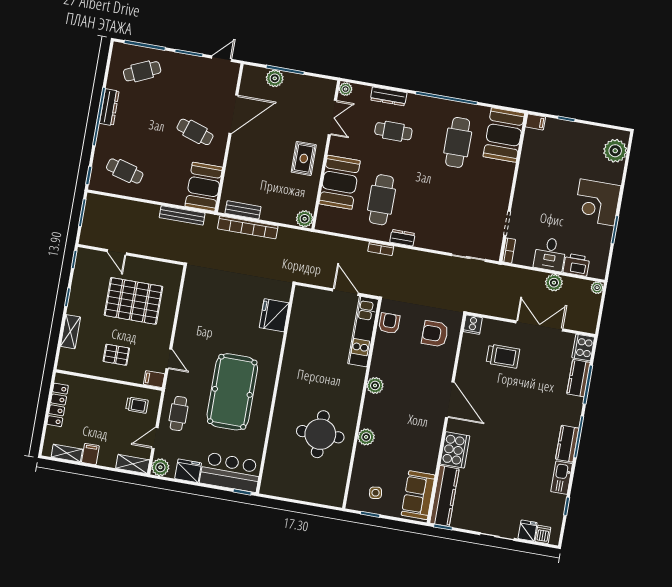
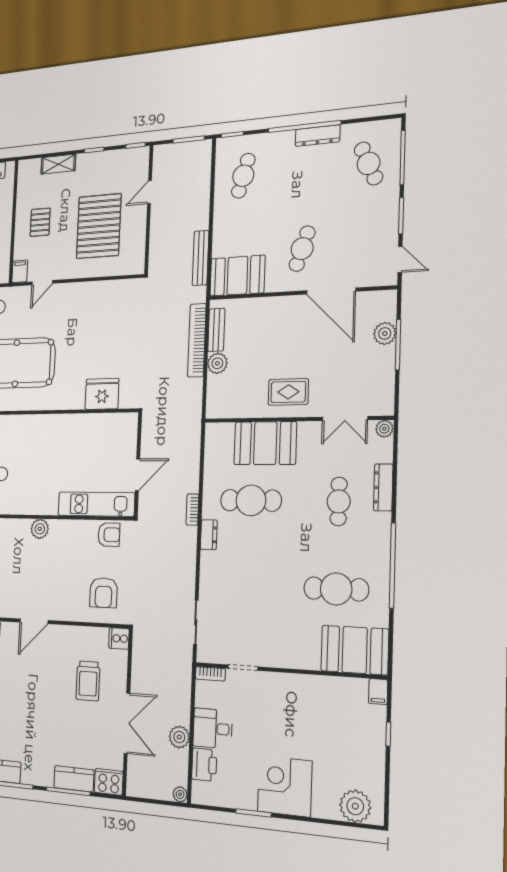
plant: (305, 219) -> (217, 363), moved
armchair: (435, 334) -> (104, 593), turned 180
door: (450, 400) -> (34, 621), width x0.73

